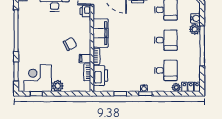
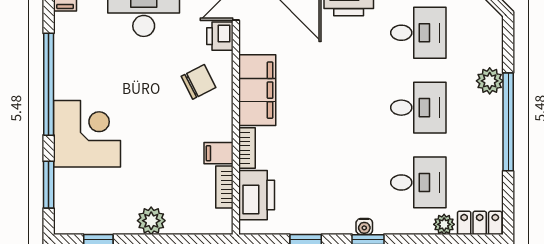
water cooler: (195, 18) -> (491, 54), removed
chair: (70, 44) -> (198, 82), moved
corner desk: (38, 78) -> (87, 134), moved, turned 90

